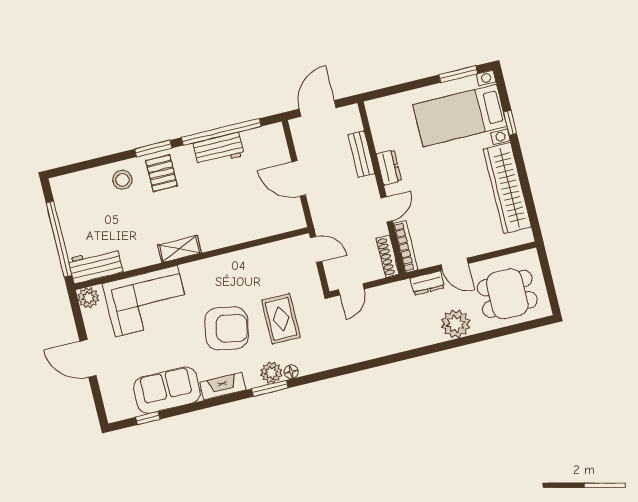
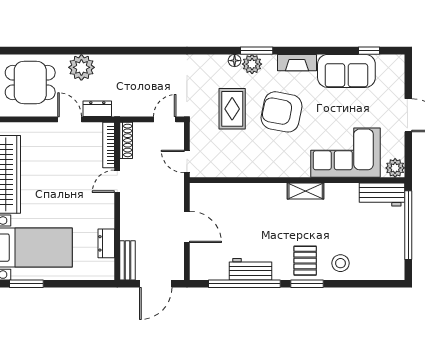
bench: (361, 154) -> (127, 260), moved
dresser: (389, 167) -> (106, 243), moved

